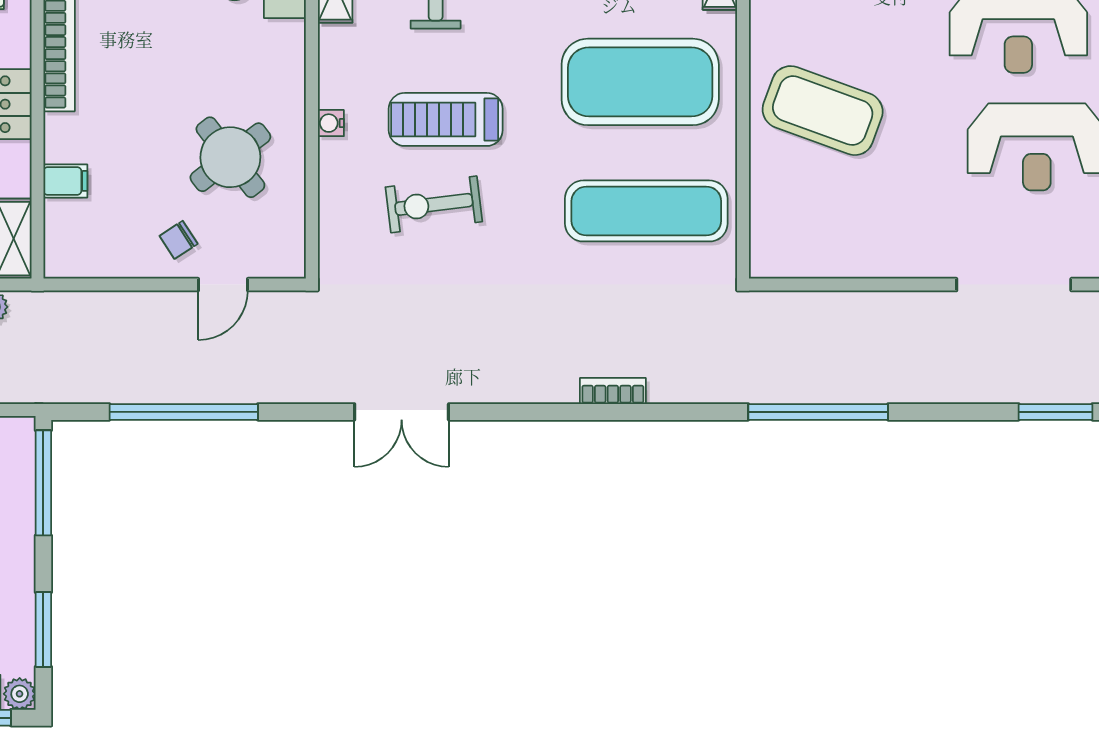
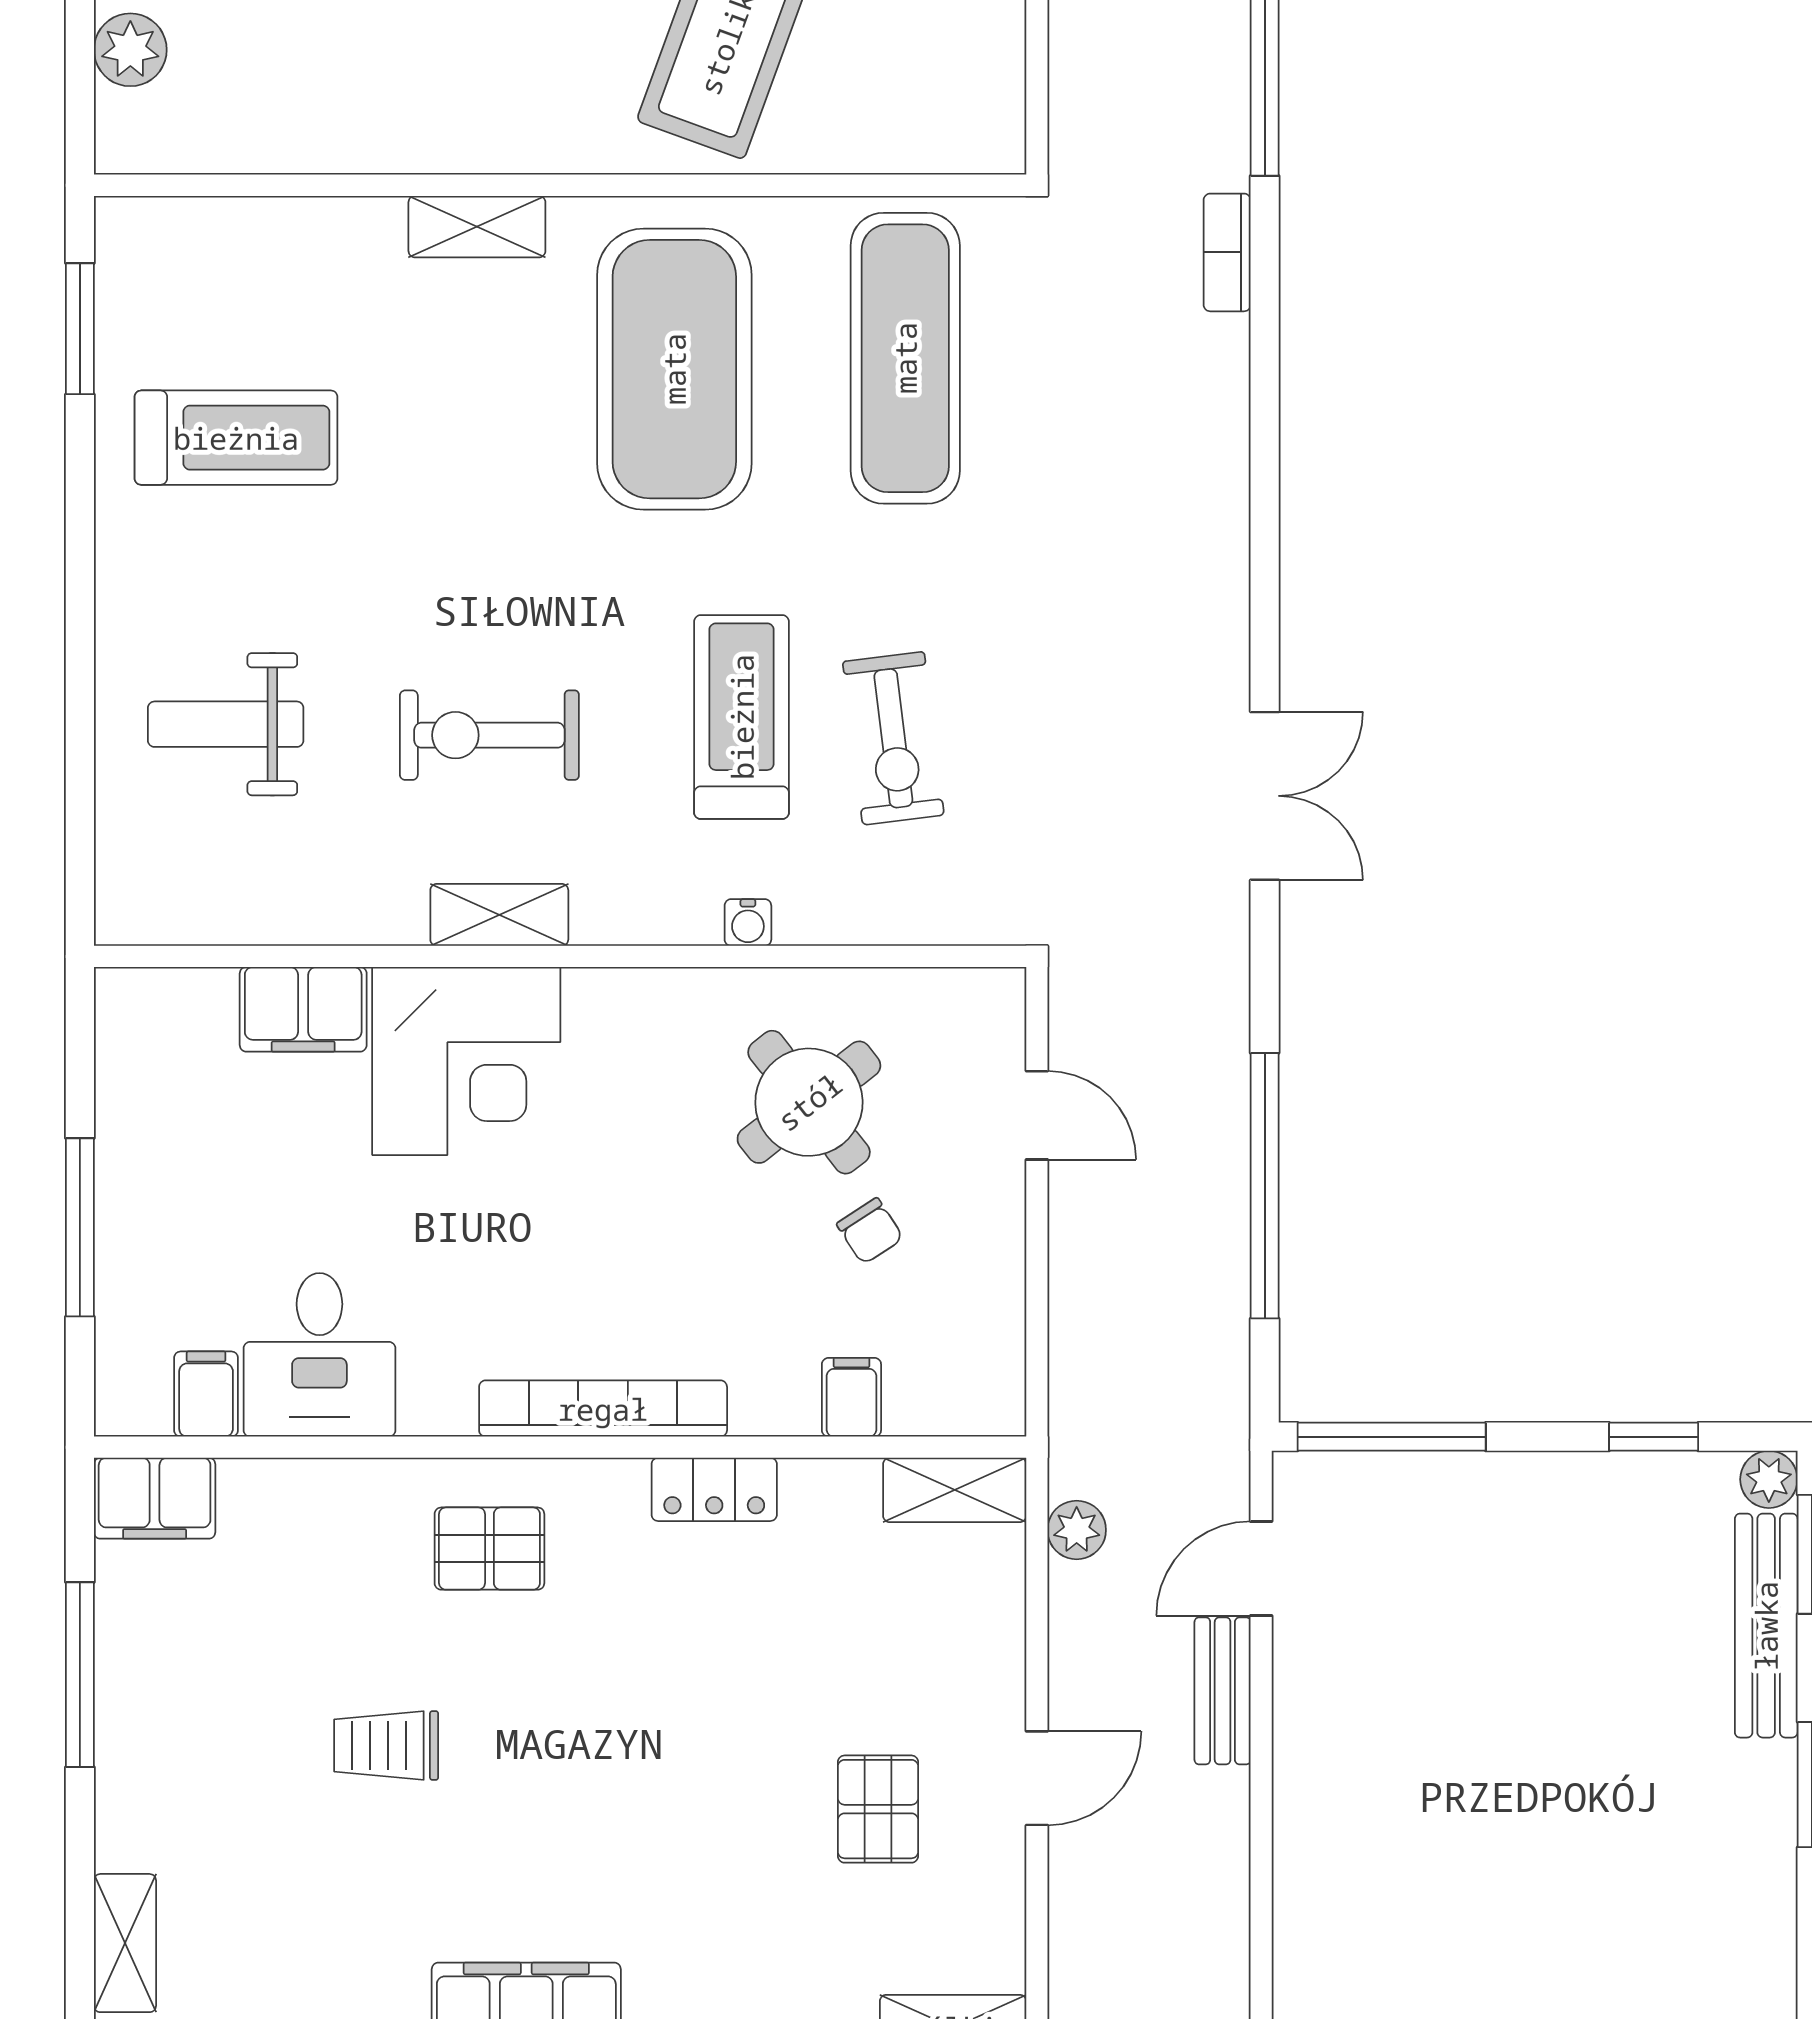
treadmill: (446, 119) -> (742, 717), turned 180
chair: (179, 240) -> (870, 1231), moved
bookcase: (613, 391) -> (1227, 252), moved
window: (43, 629) -> (1654, 1437), width x0.67

